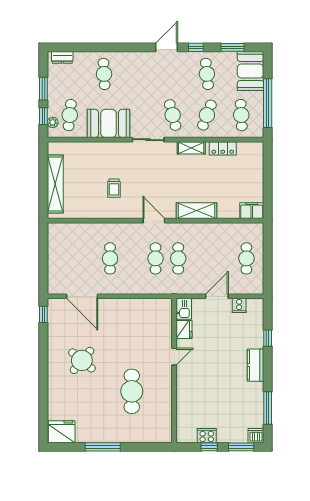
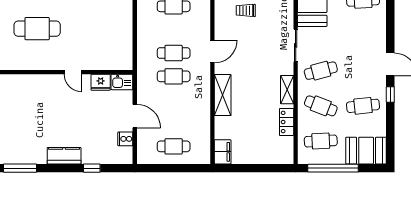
window: (232, 47) -> (390, 132), removed

